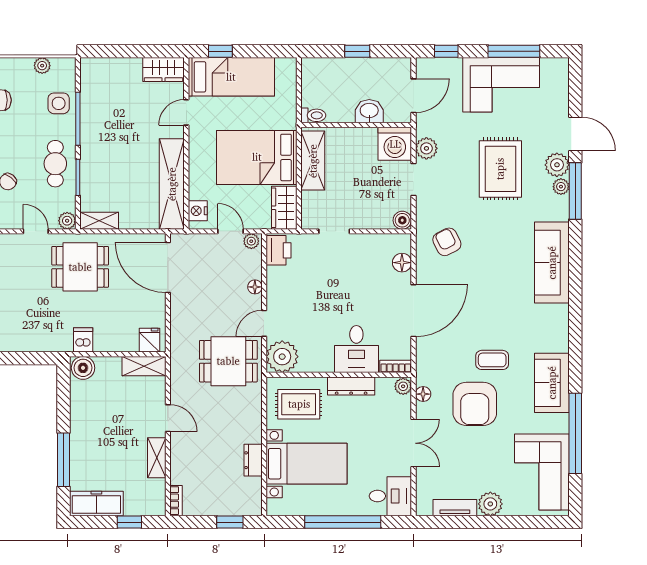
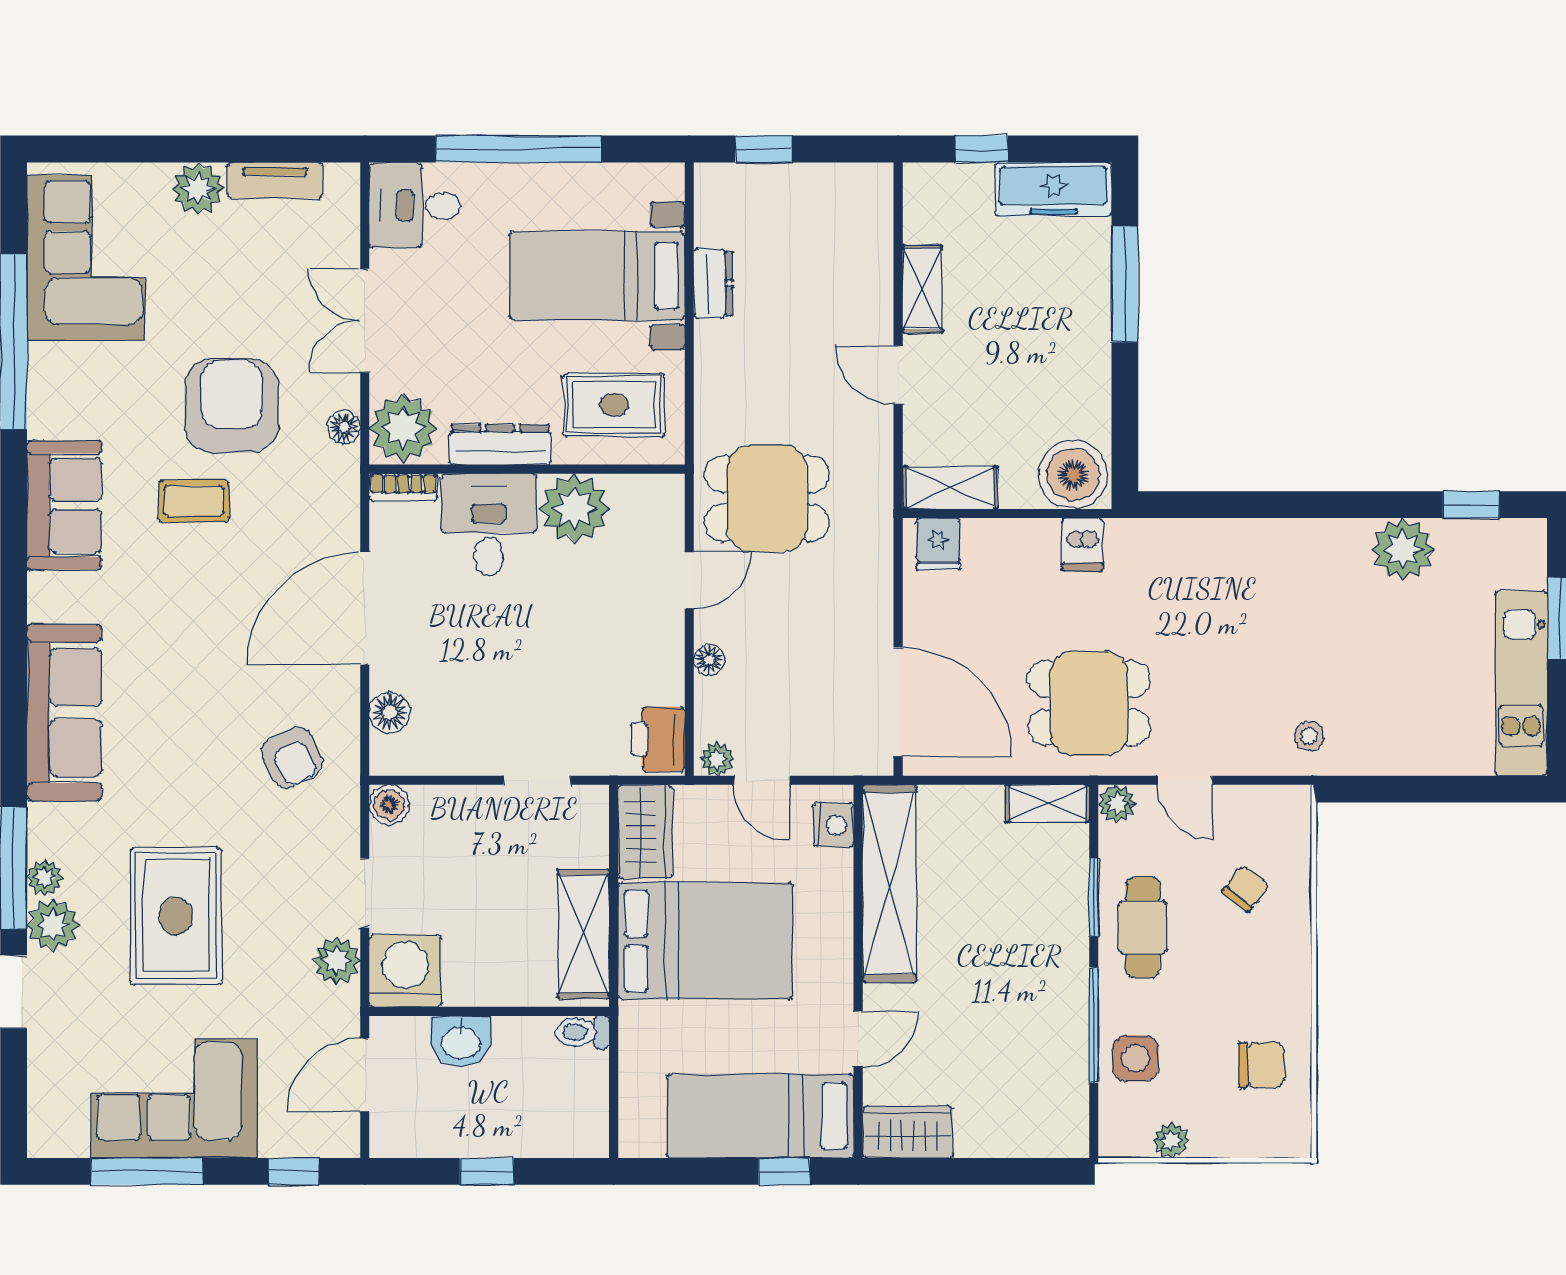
plant: (282, 357) -> (575, 508), moved
boiler: (83, 368) -> (1073, 475), width x1.37, depth x1.37
sofa: (552, 383) -> (64, 505), moved
plant: (403, 386) -> (403, 428), width x1.87, depth x1.87
bookcase: (176, 501) -> (880, 196), removed

